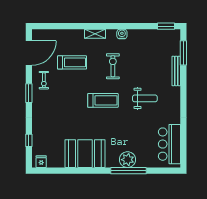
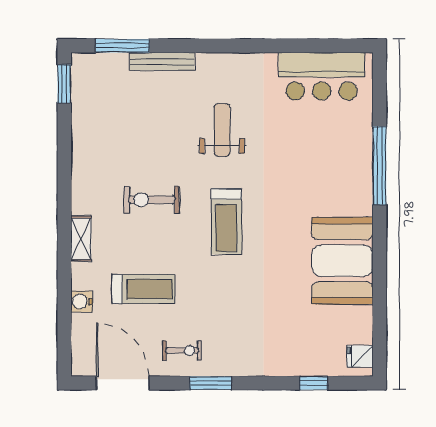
water cooler: (122, 34) -> (82, 301), moved
treadmill: (72, 62) -> (143, 289), turned 90
treadmill: (103, 100) -> (226, 221), turned 180
plant: (128, 160) -> (356, 168), removed

